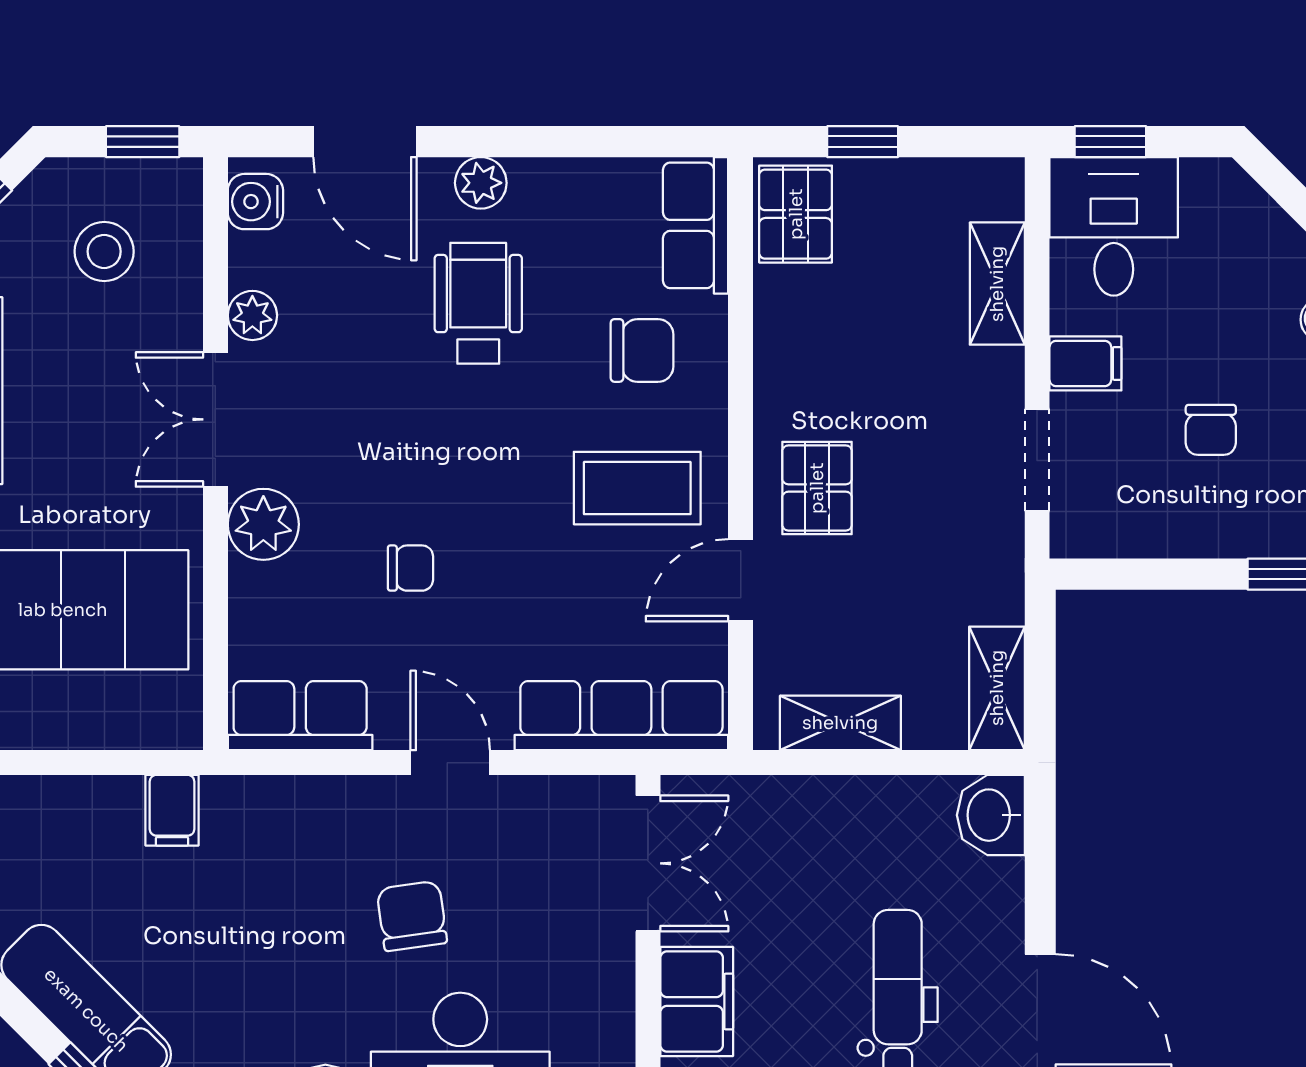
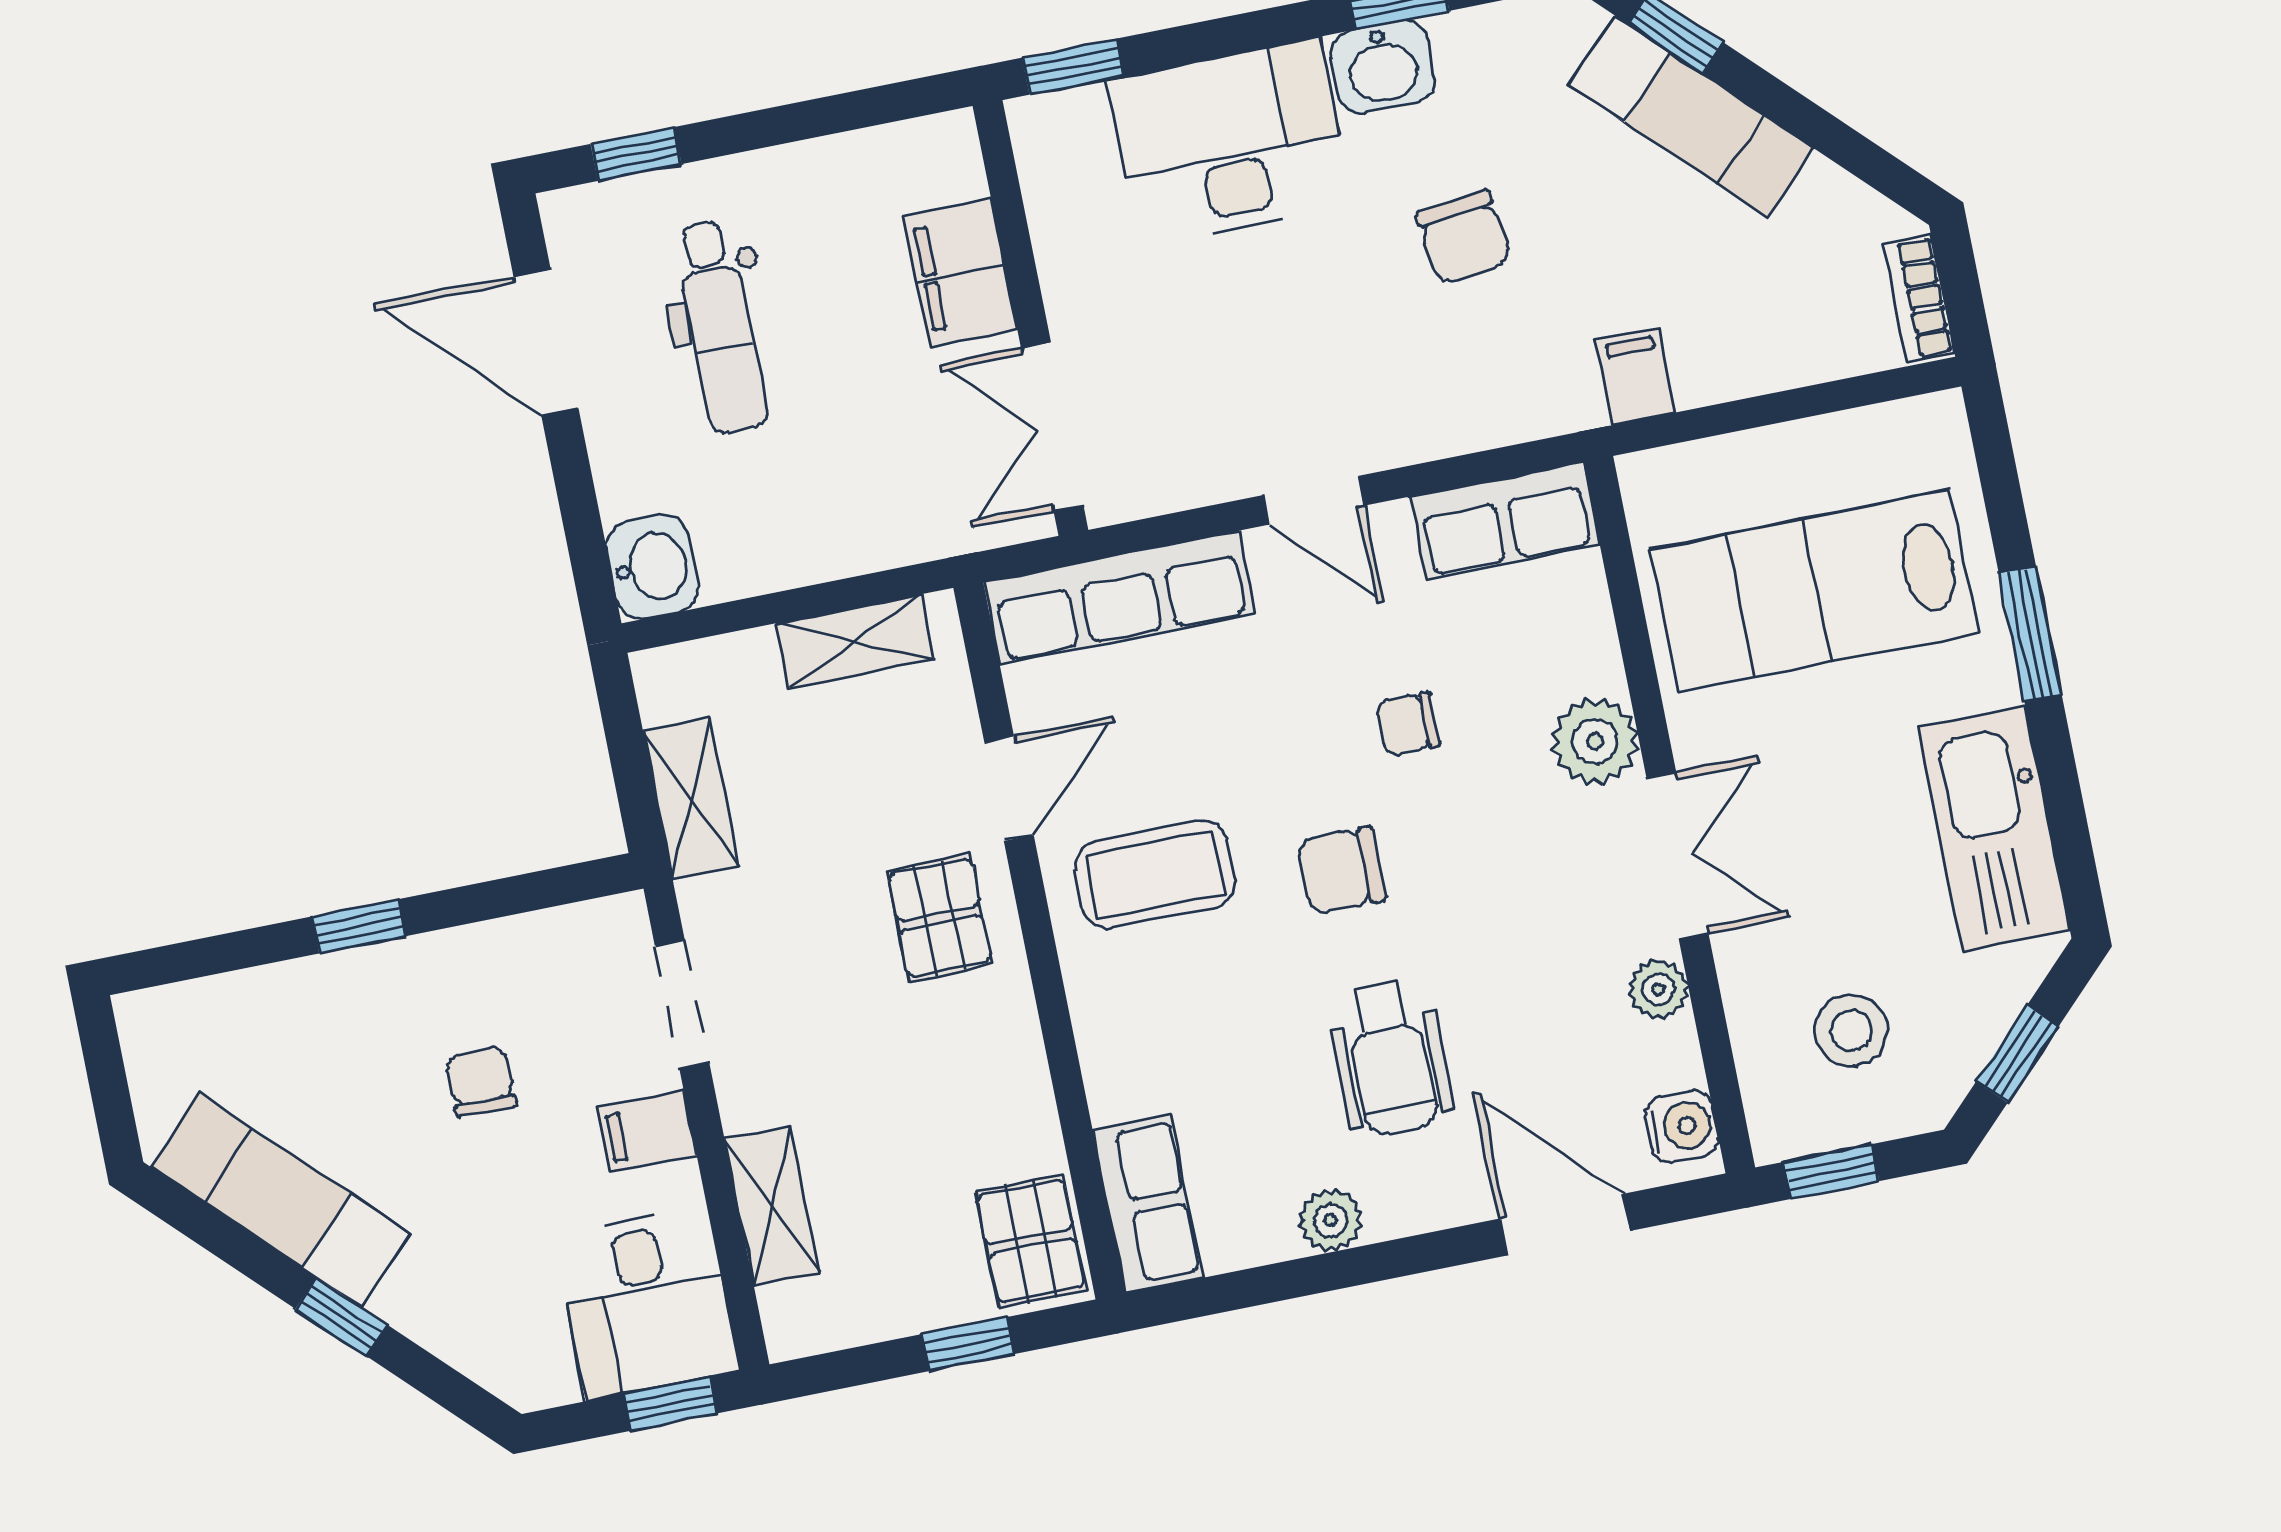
plant: (481, 183) -> (1331, 1220), moved
chair: (642, 350) -> (1342, 871), moved
shelving: (997, 688) -> (691, 799), moved
chair: (412, 916) -> (1464, 237), moved

